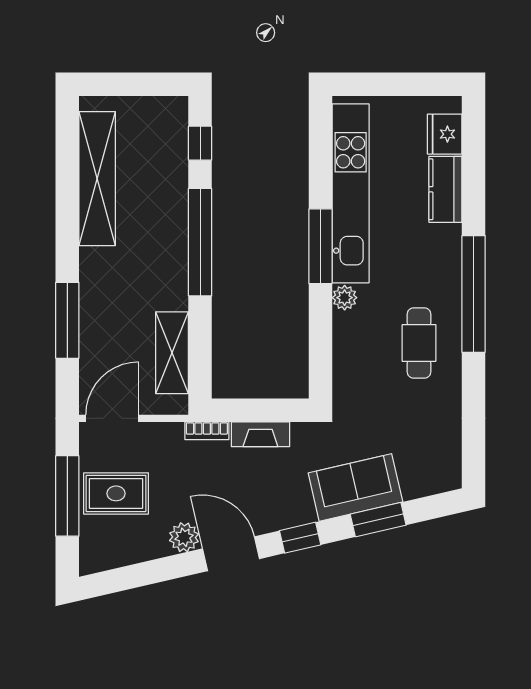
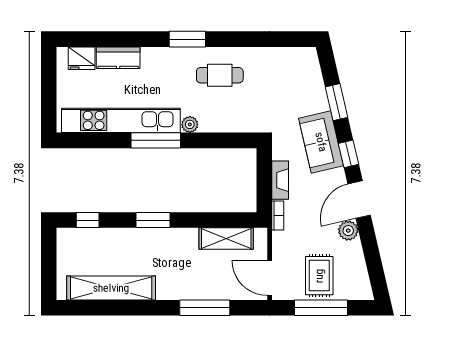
window: (200, 242) -> (153, 220), width x0.47
window: (474, 294) -> (187, 39), width x0.47
sofa: (355, 487) -> (321, 142), moved

